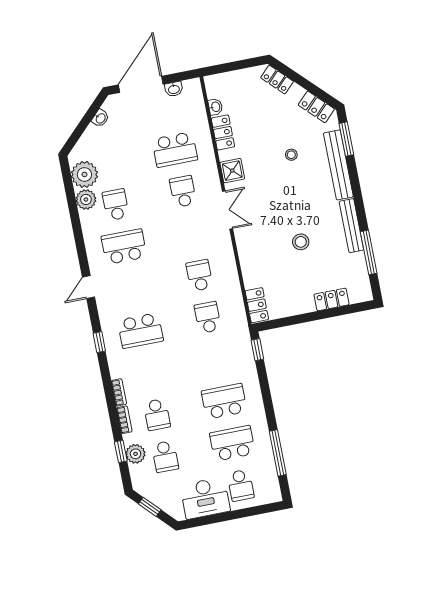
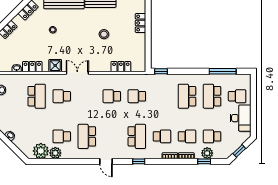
locker: (257, 305) -> (121, 67), moved
school desk: (149, 373) -> (162, 136), added
school desk: (165, 456) -> (212, 136), turned 180

